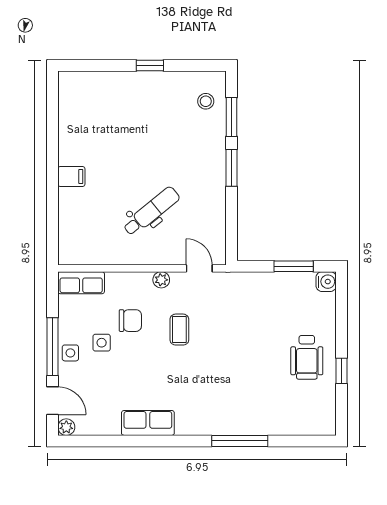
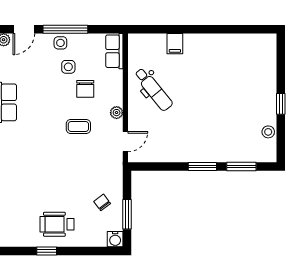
stool: (206, 101) -> (268, 132), moved
filing cabinet: (71, 177) -> (175, 44), moved
dental chair: (151, 211) -> (153, 89), moved
chair: (278, 299) -> (102, 202), added

